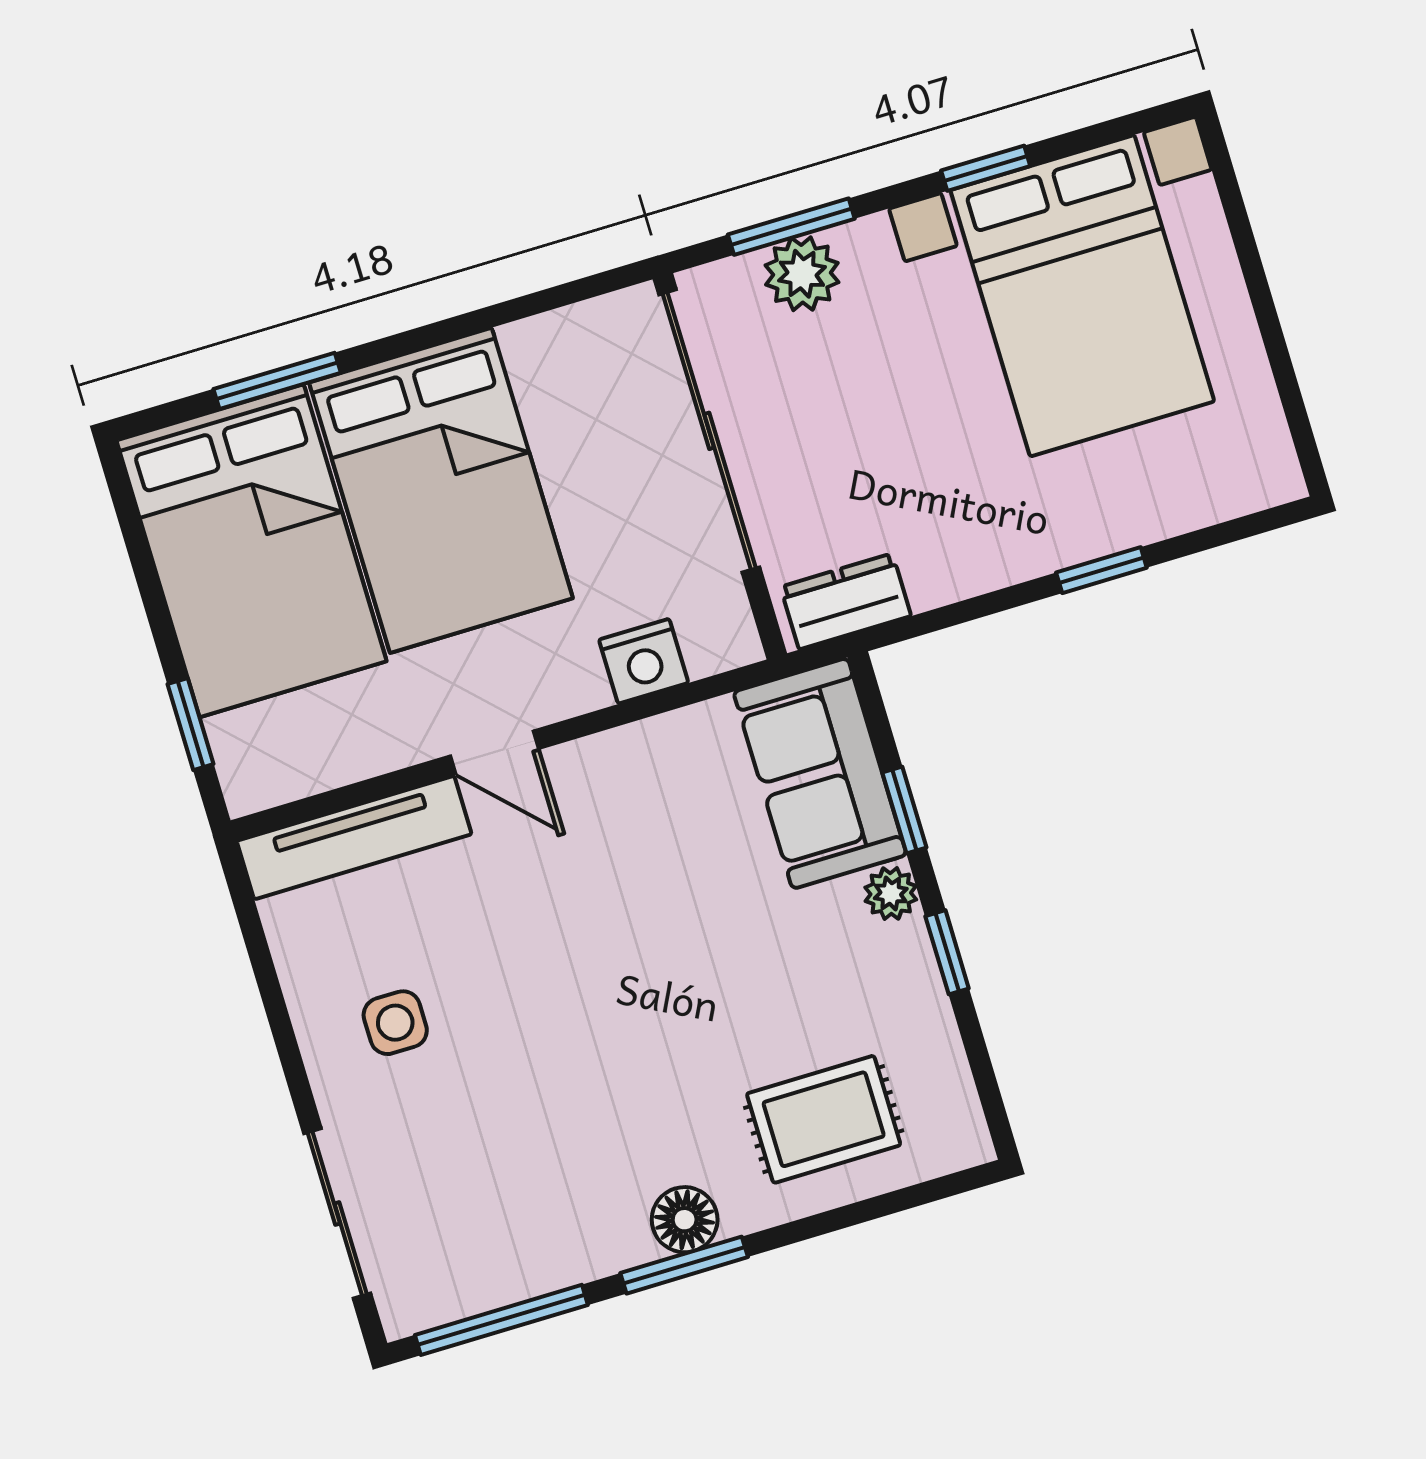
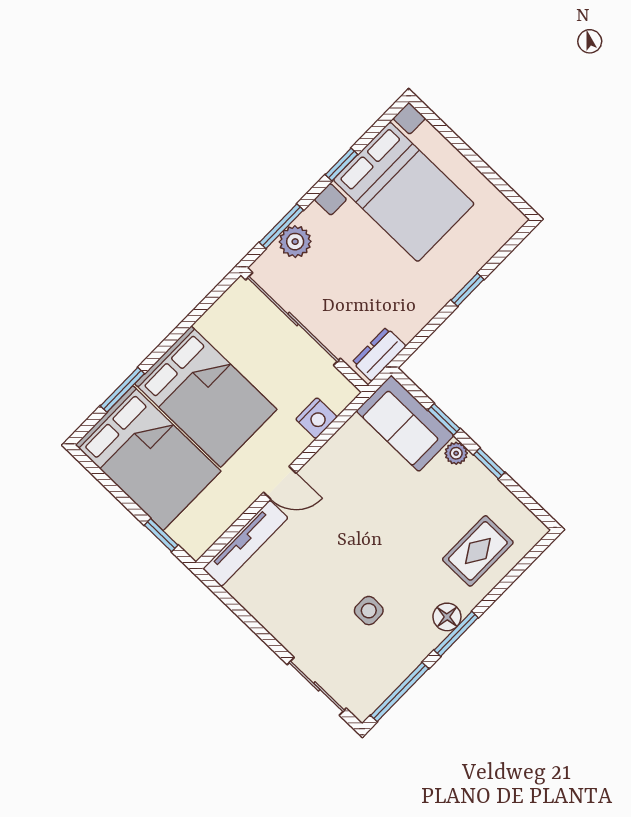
side table: (395, 1023) -> (369, 611), moved

